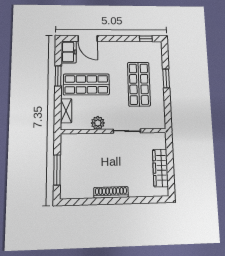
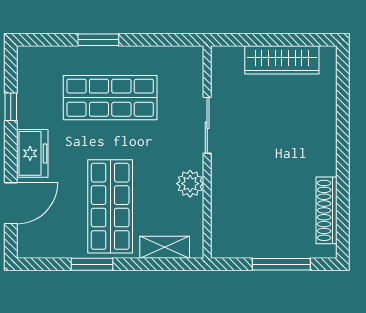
window: (146, 39) -> (11, 107), moved
freezer: (69, 52) -> (32, 153), moved, turned 90
shoe rack: (111, 192) -> (327, 210), moved

